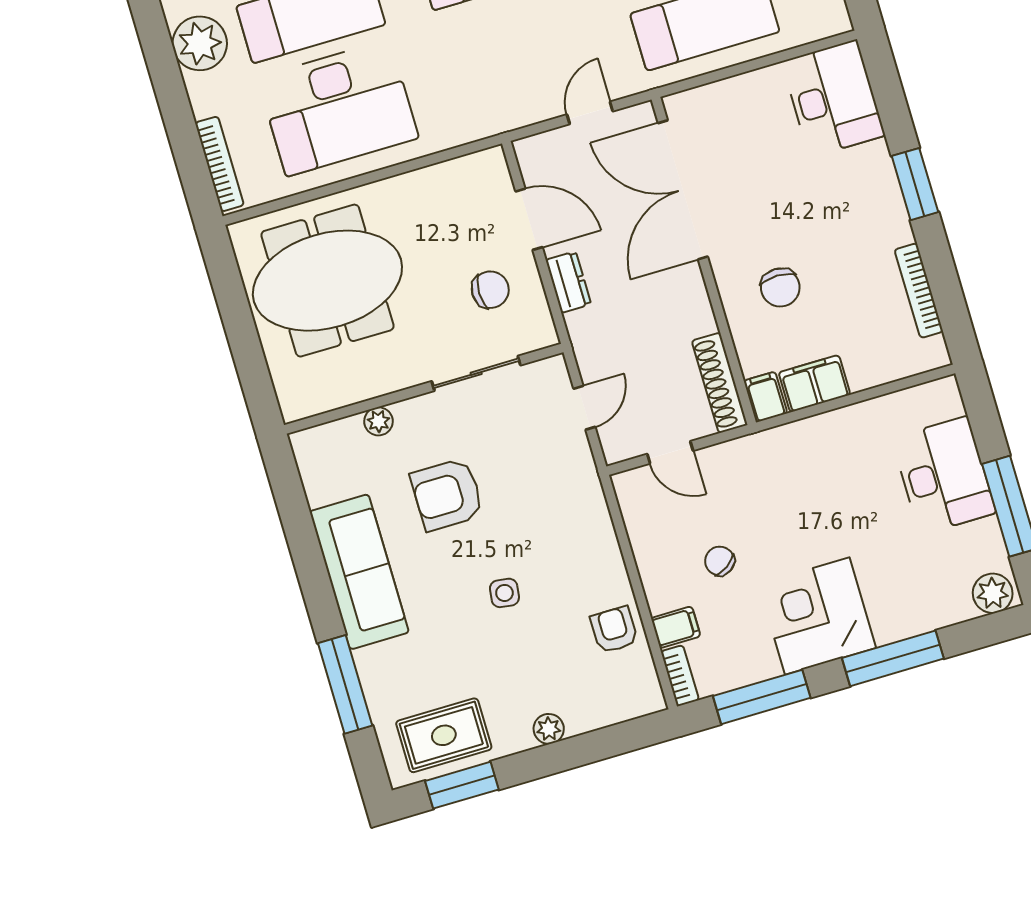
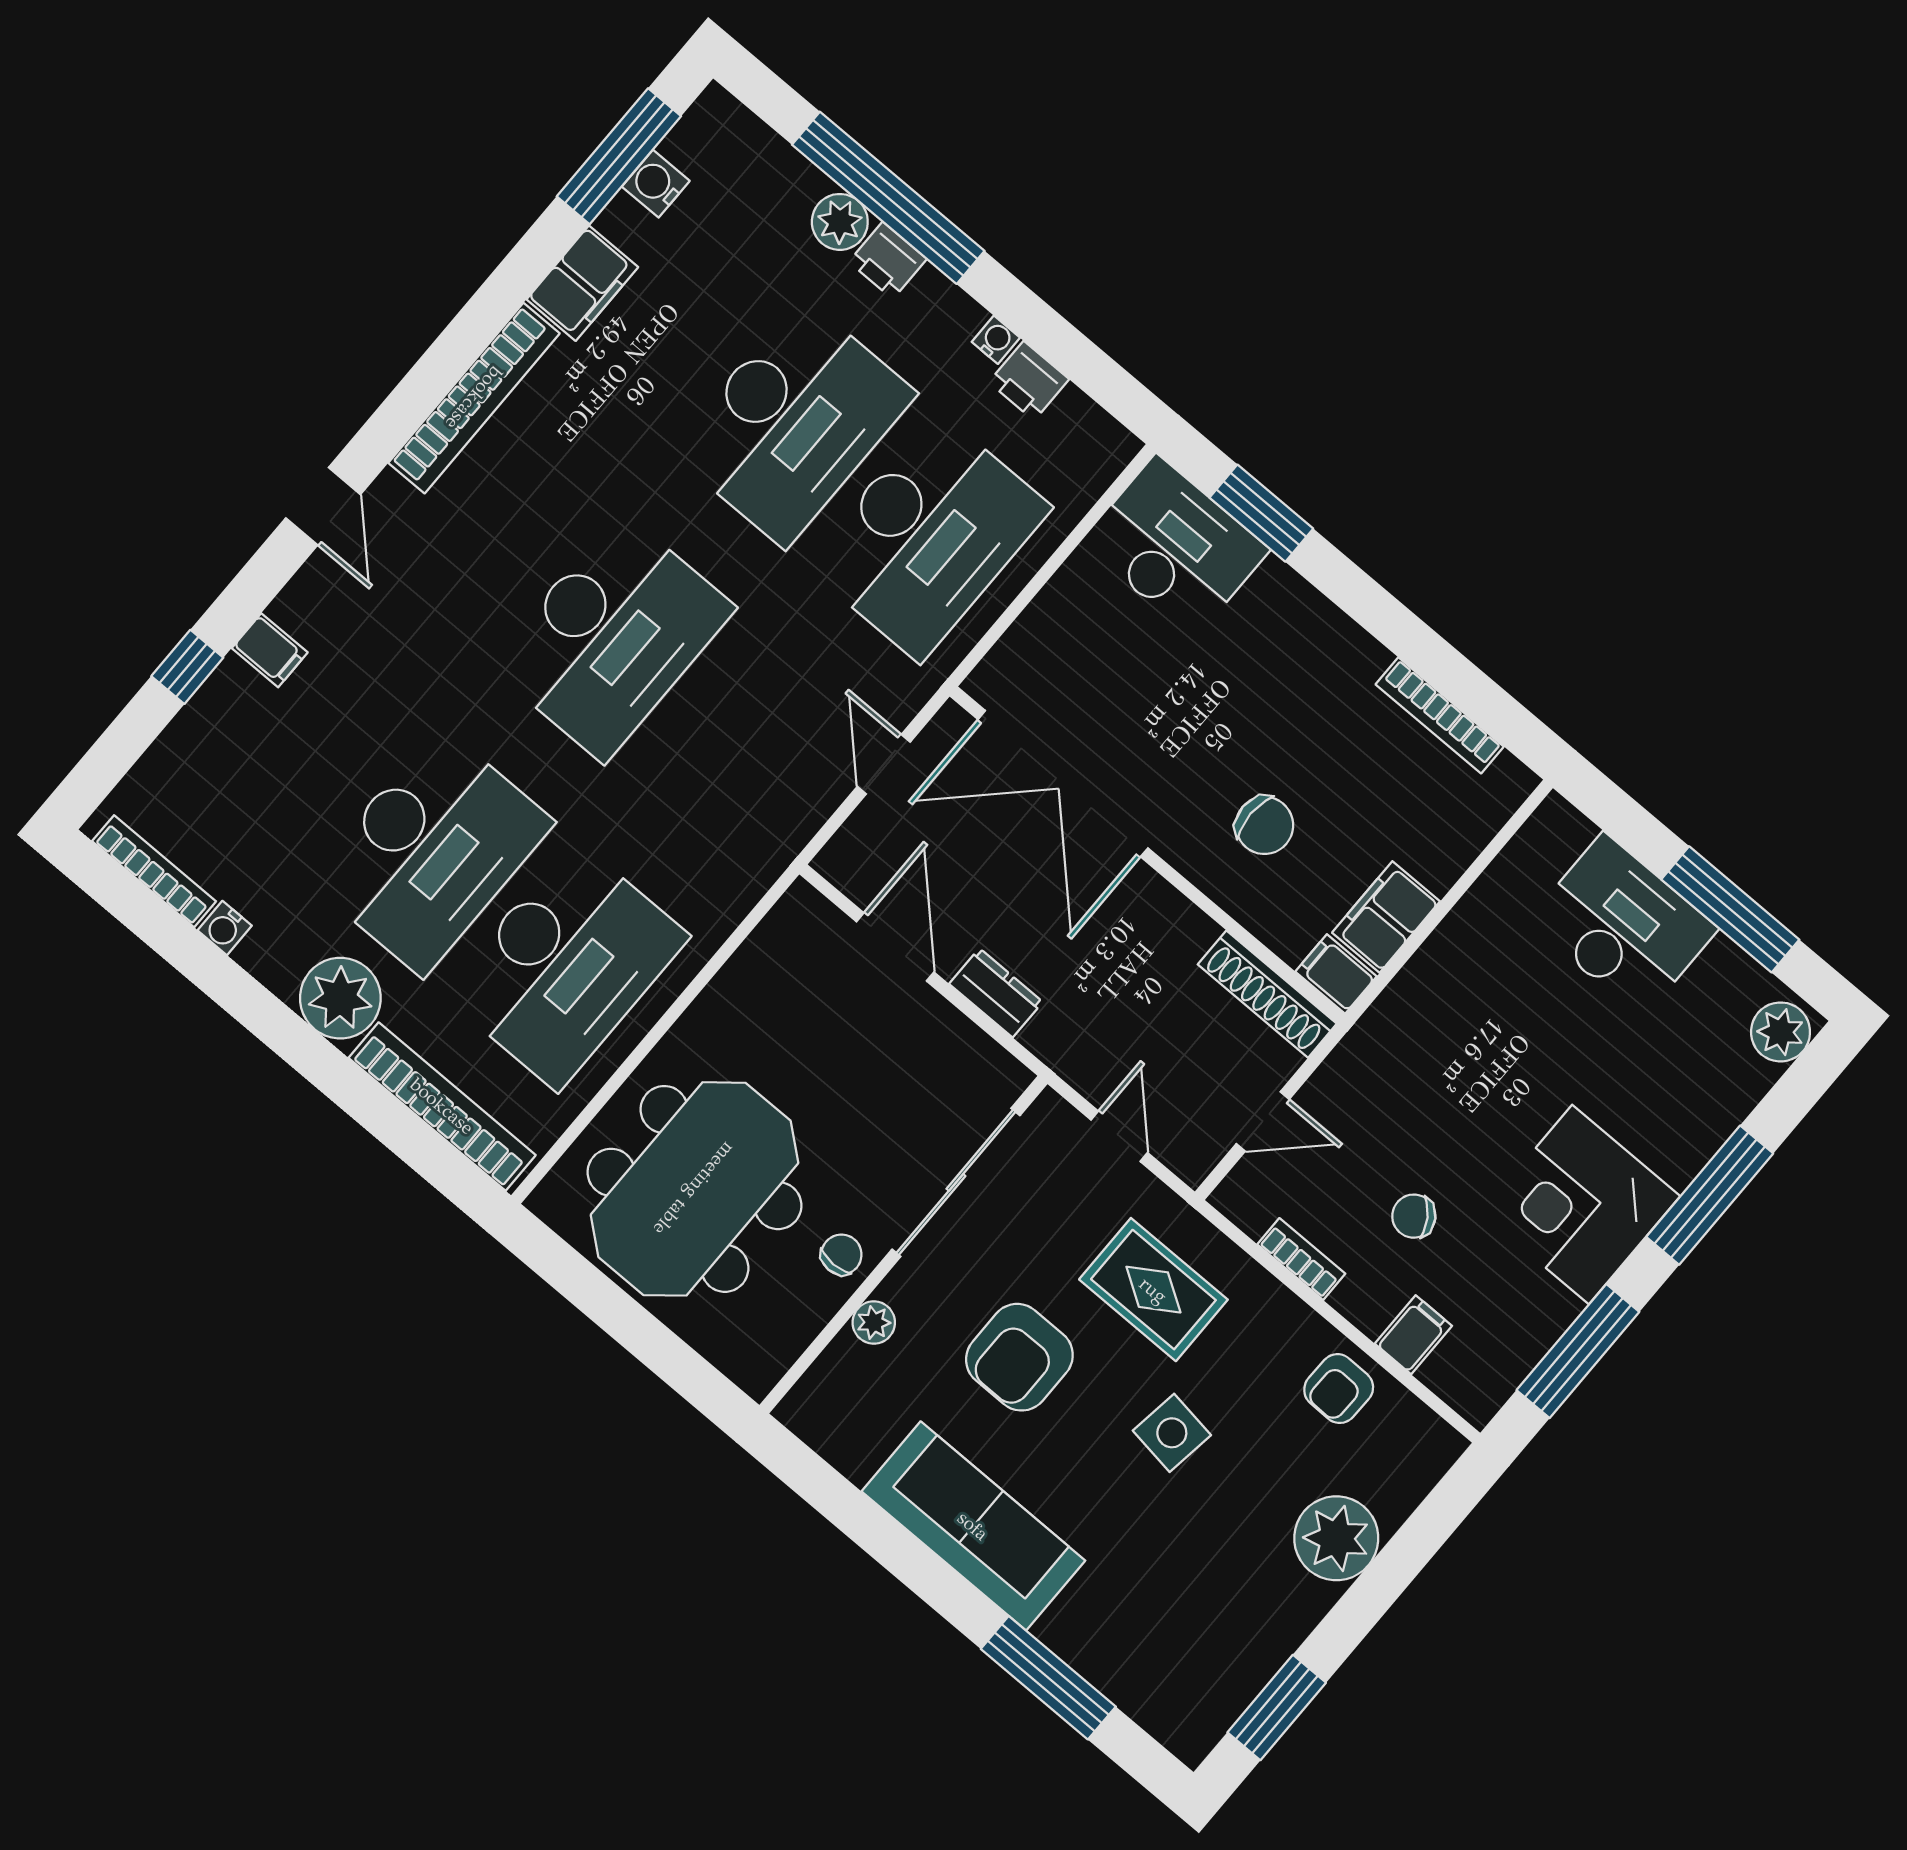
bookcase: (220, 164) -> (442, 1106), width x1.48, depth x1.31
window: (915, 184) -> (1261, 513), moved
door: (529, 219) -> (895, 947), hinge flipped
chair: (490, 290) -> (841, 1255), moved, width x0.73, depth x0.73
sliding door: (476, 373) -> (956, 1182), width x1.37
side table: (504, 593) -> (1172, 1433), width x1.37, depth x1.37
armchair: (614, 630) -> (1339, 1389), turned -89
bookcase: (680, 676) -> (1301, 1259), moved
plant: (549, 729) -> (1336, 1538), width x1.87, depth x1.87
rug: (444, 735) -> (1153, 1290), moved, turned 90

